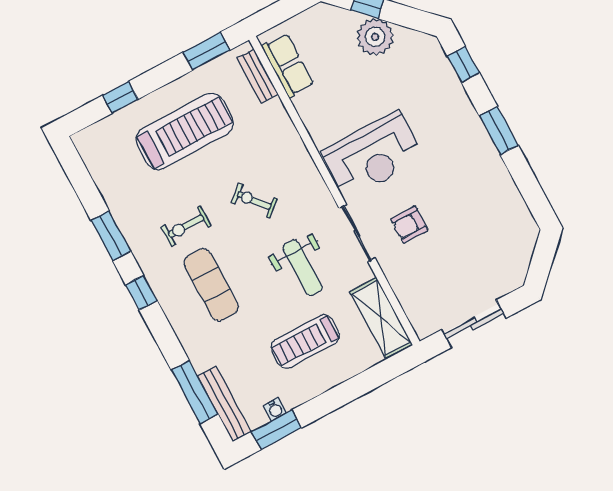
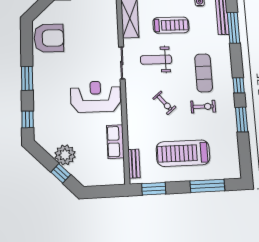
row of seats: (288, 65) -> (115, 142), moved
window: (120, 97) -> (207, 186), width x2.17
armchair: (409, 225) -> (49, 38), moved, width x1.88, depth x1.88
weight bench: (302, 268) -> (156, 60), turned -90

